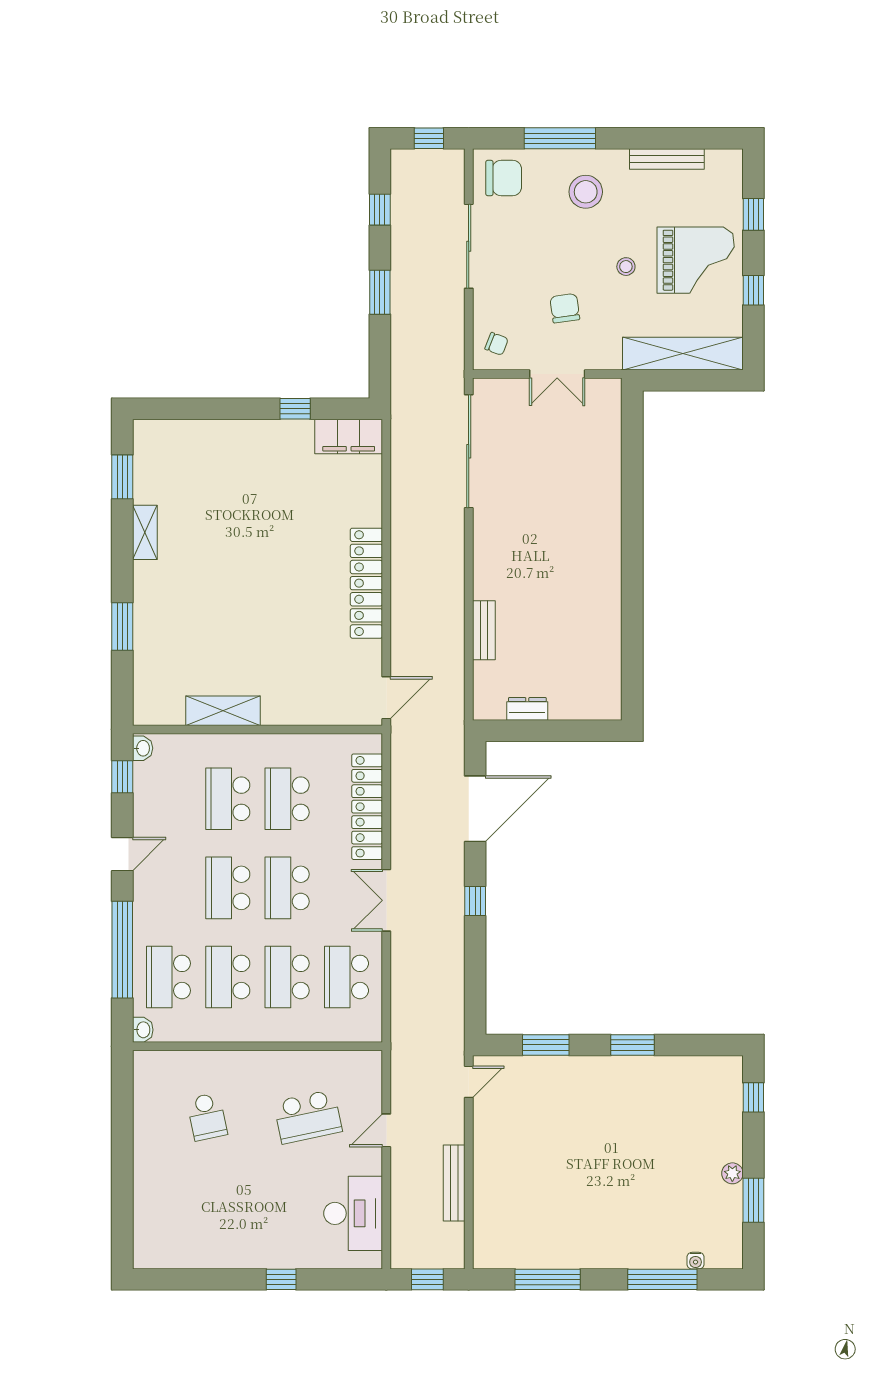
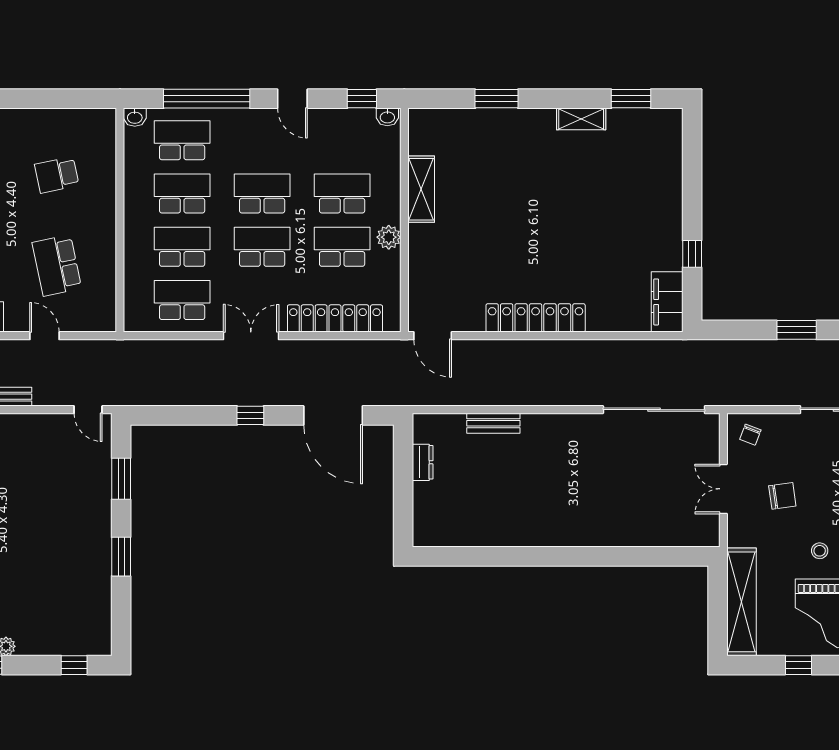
plant: (277, 747) -> (389, 237), added

